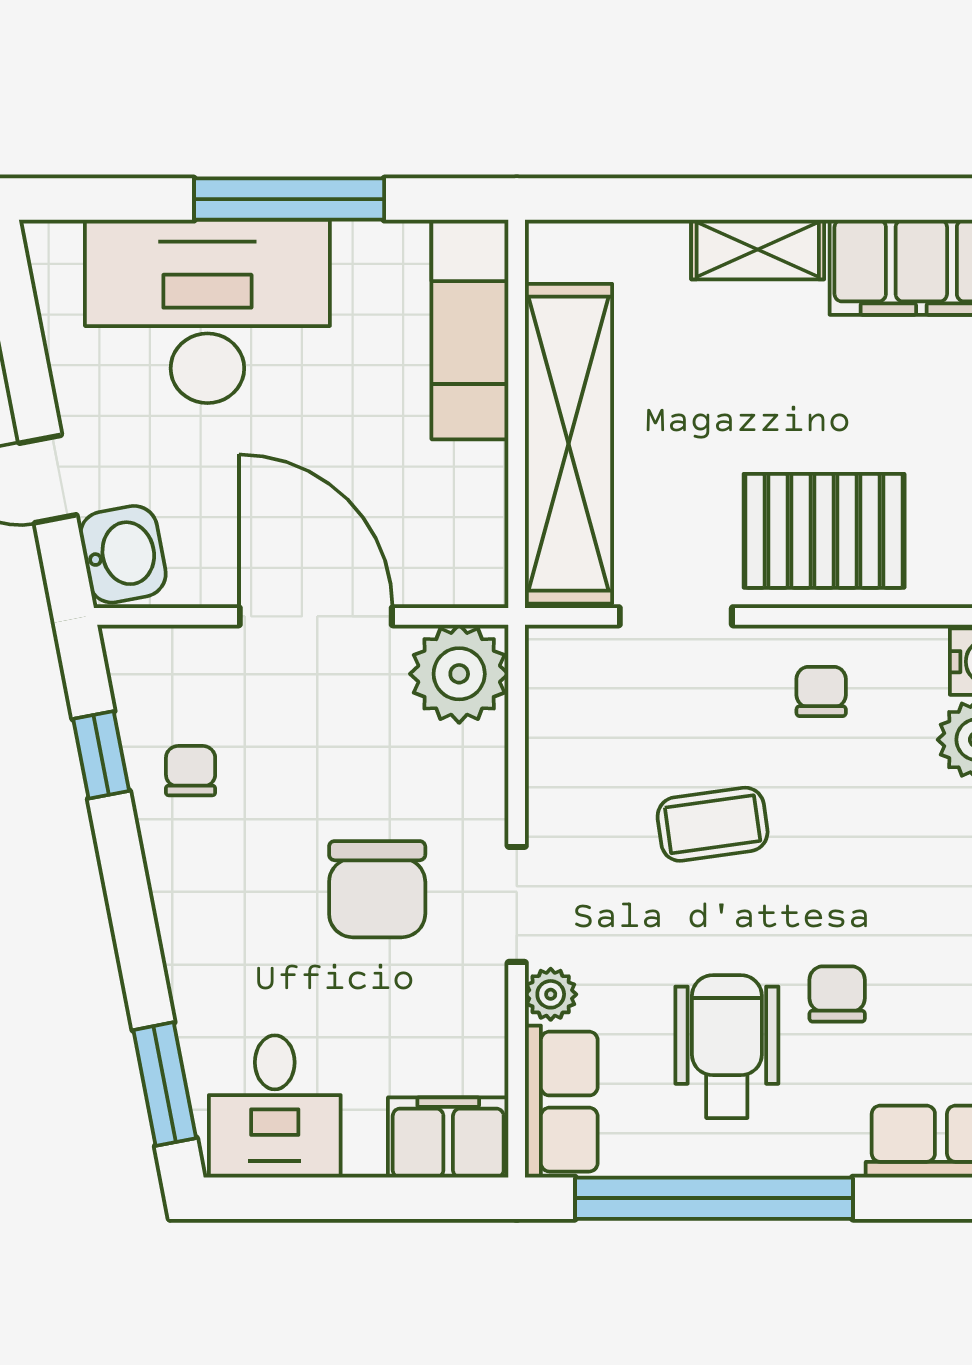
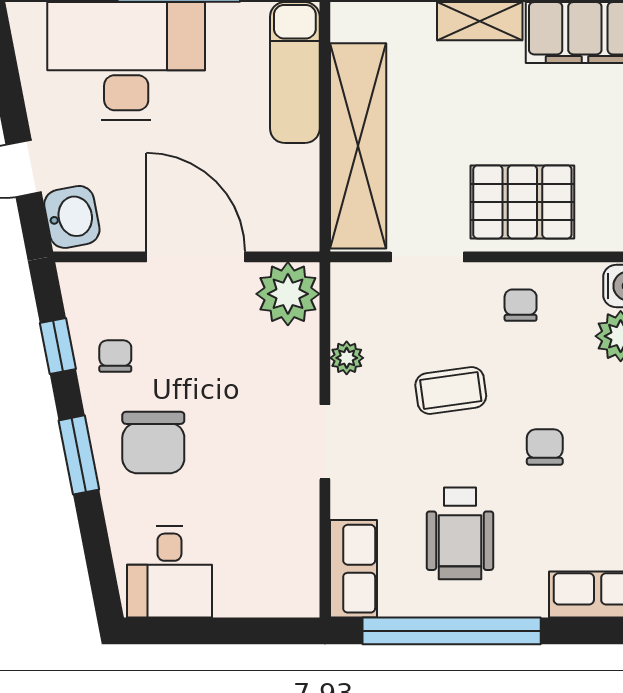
chair: (377, 889) -> (153, 443), moved
plant: (551, 994) -> (347, 358), moved
chair: (837, 994) -> (545, 447), moved
wheelchair: (727, 1047) -> (460, 533), turned 180
window: (165, 1084) -> (79, 455), moved
filing cabinet: (448, 1137) -> (281, 592), removed

